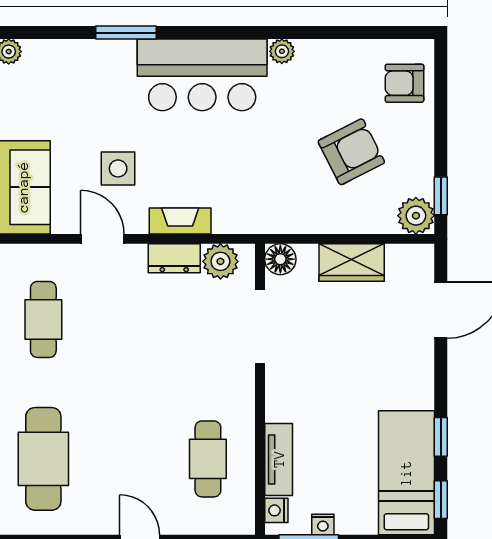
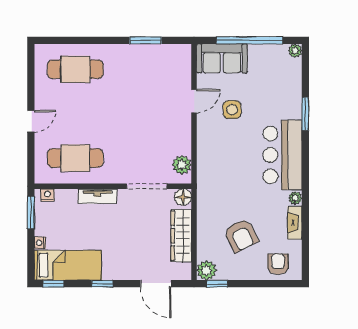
fireplace: (180, 221) -> (295, 223), moved, turned 180
dresser: (174, 258) -> (184, 140), removed
wardrobe: (352, 262) -> (181, 236), width x1.50
cafe table: (43, 319) -> (151, 69), removed
window: (441, 437) -> (102, 284), moved
cafe table: (208, 459) -> (75, 158), width x1.37, depth x1.35
tv unit: (279, 459) -> (97, 196), moved
nightstand: (323, 524) -> (40, 243), moved

